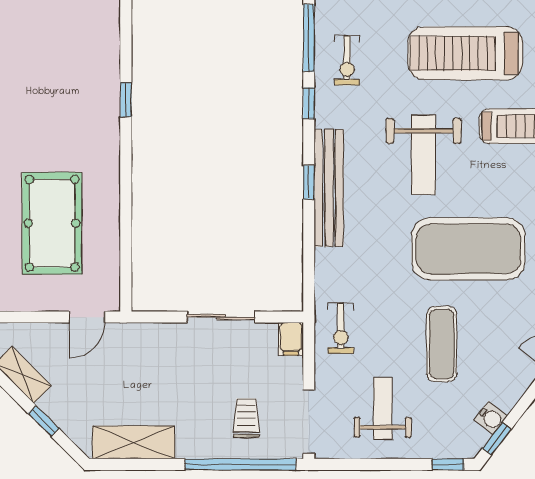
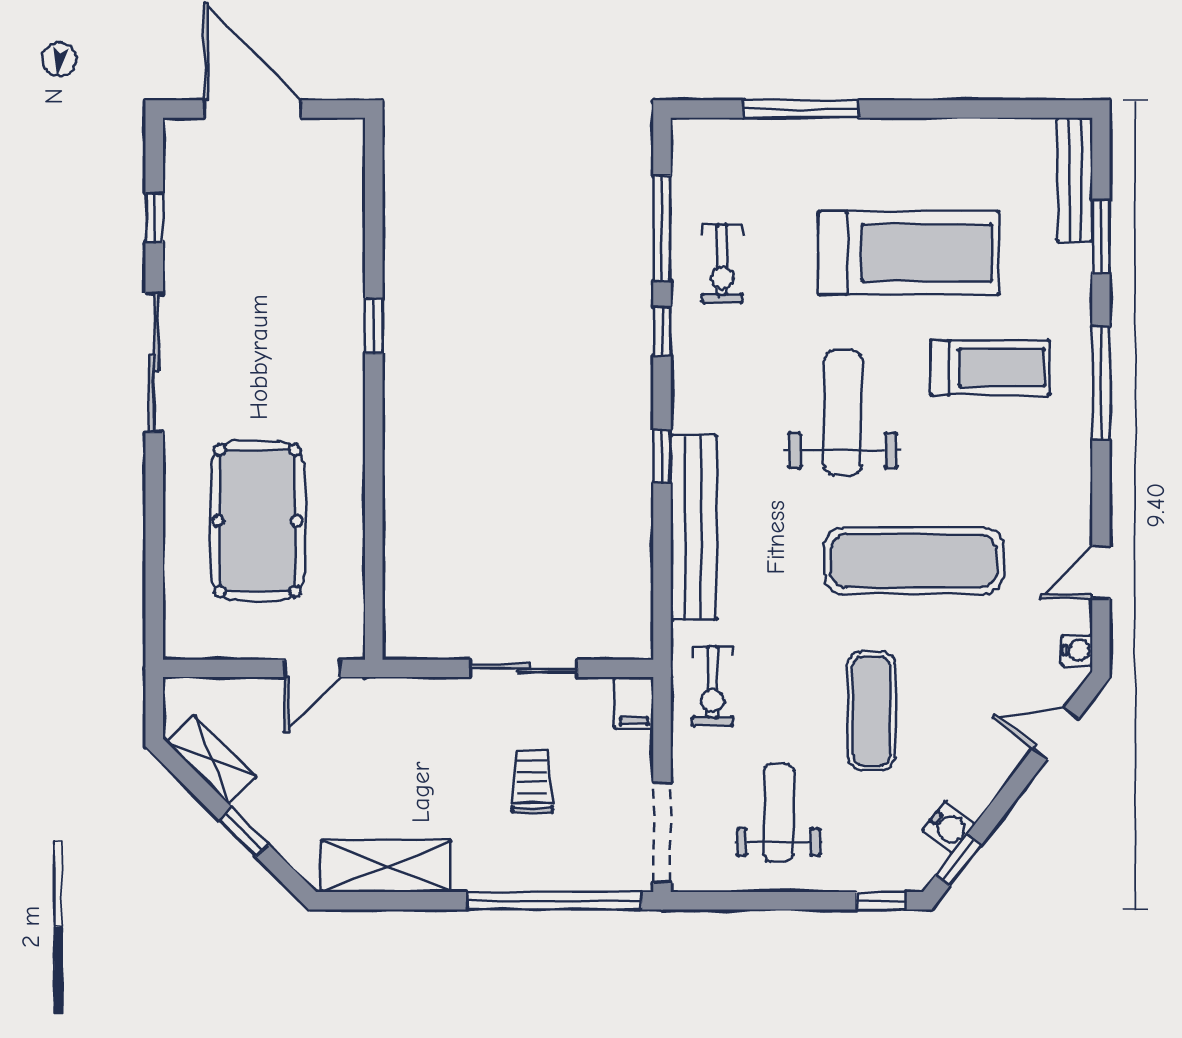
treadmill: (465, 53) -> (909, 253), turned 180
weight bench: (423, 155) -> (843, 413), turned 180
bench: (329, 188) -> (694, 527), moved
exercise mat: (468, 249) -> (914, 561), width x0.68
trolley: (246, 418) -> (532, 781), moved

